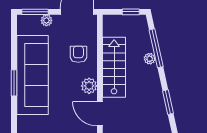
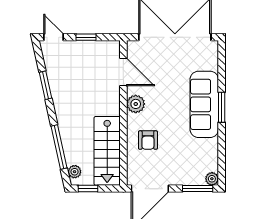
plant: (46, 20) -> (212, 179), moved
plant: (150, 59) -> (75, 172), moved
stairs: (114, 67) -> (107, 151), moved
sofa: (33, 75) -> (204, 104), width x0.74, depth x0.79

